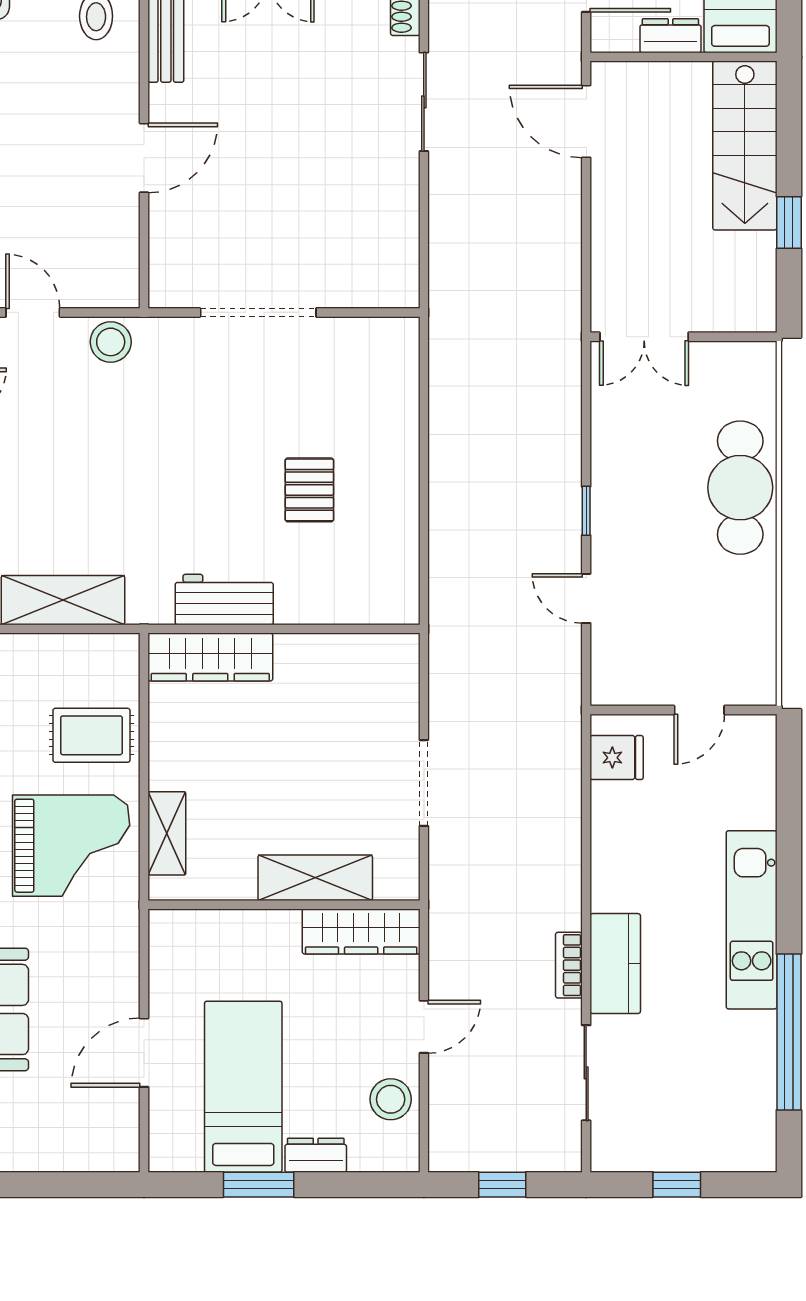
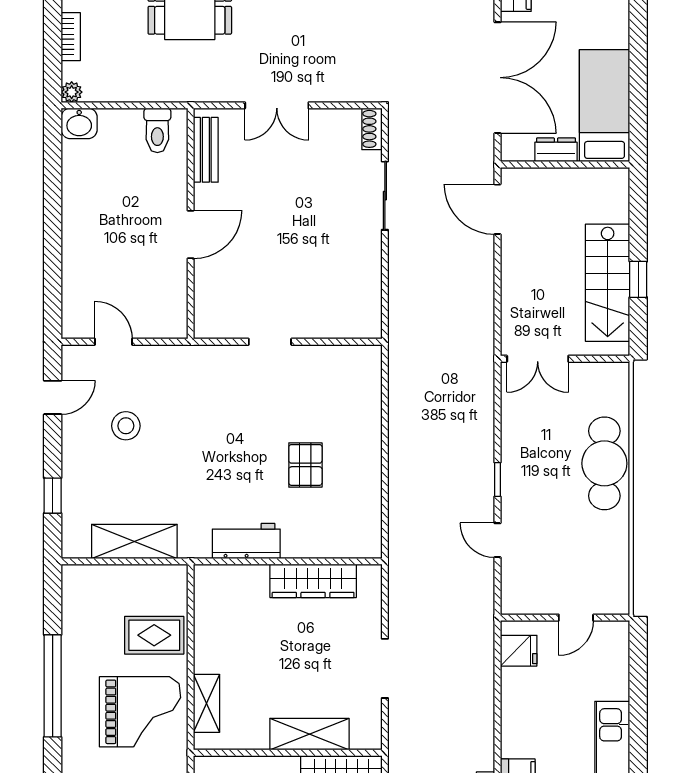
stairs: (745, 146) -> (608, 283), moved
doorway: (258, 312) -> (270, 342), width x0.53
stool: (111, 342) -> (126, 426), moved
wardrobe: (210, 657) -> (313, 581), moved

